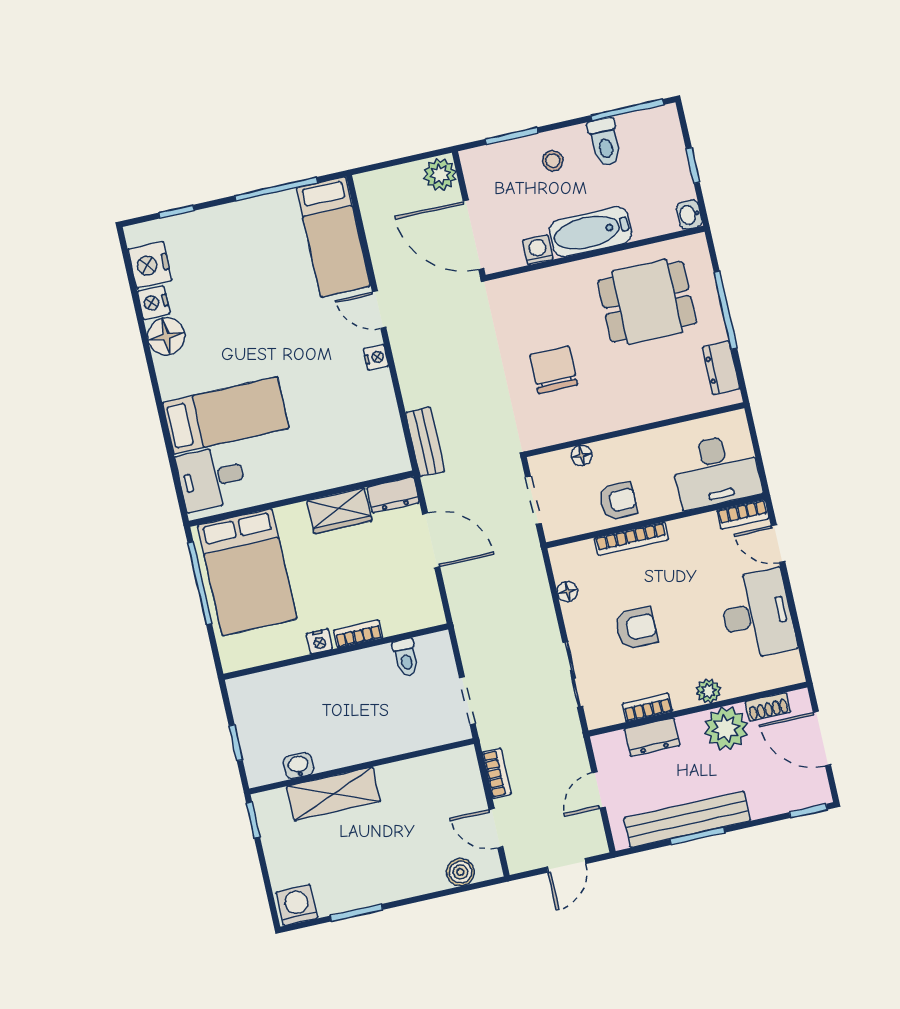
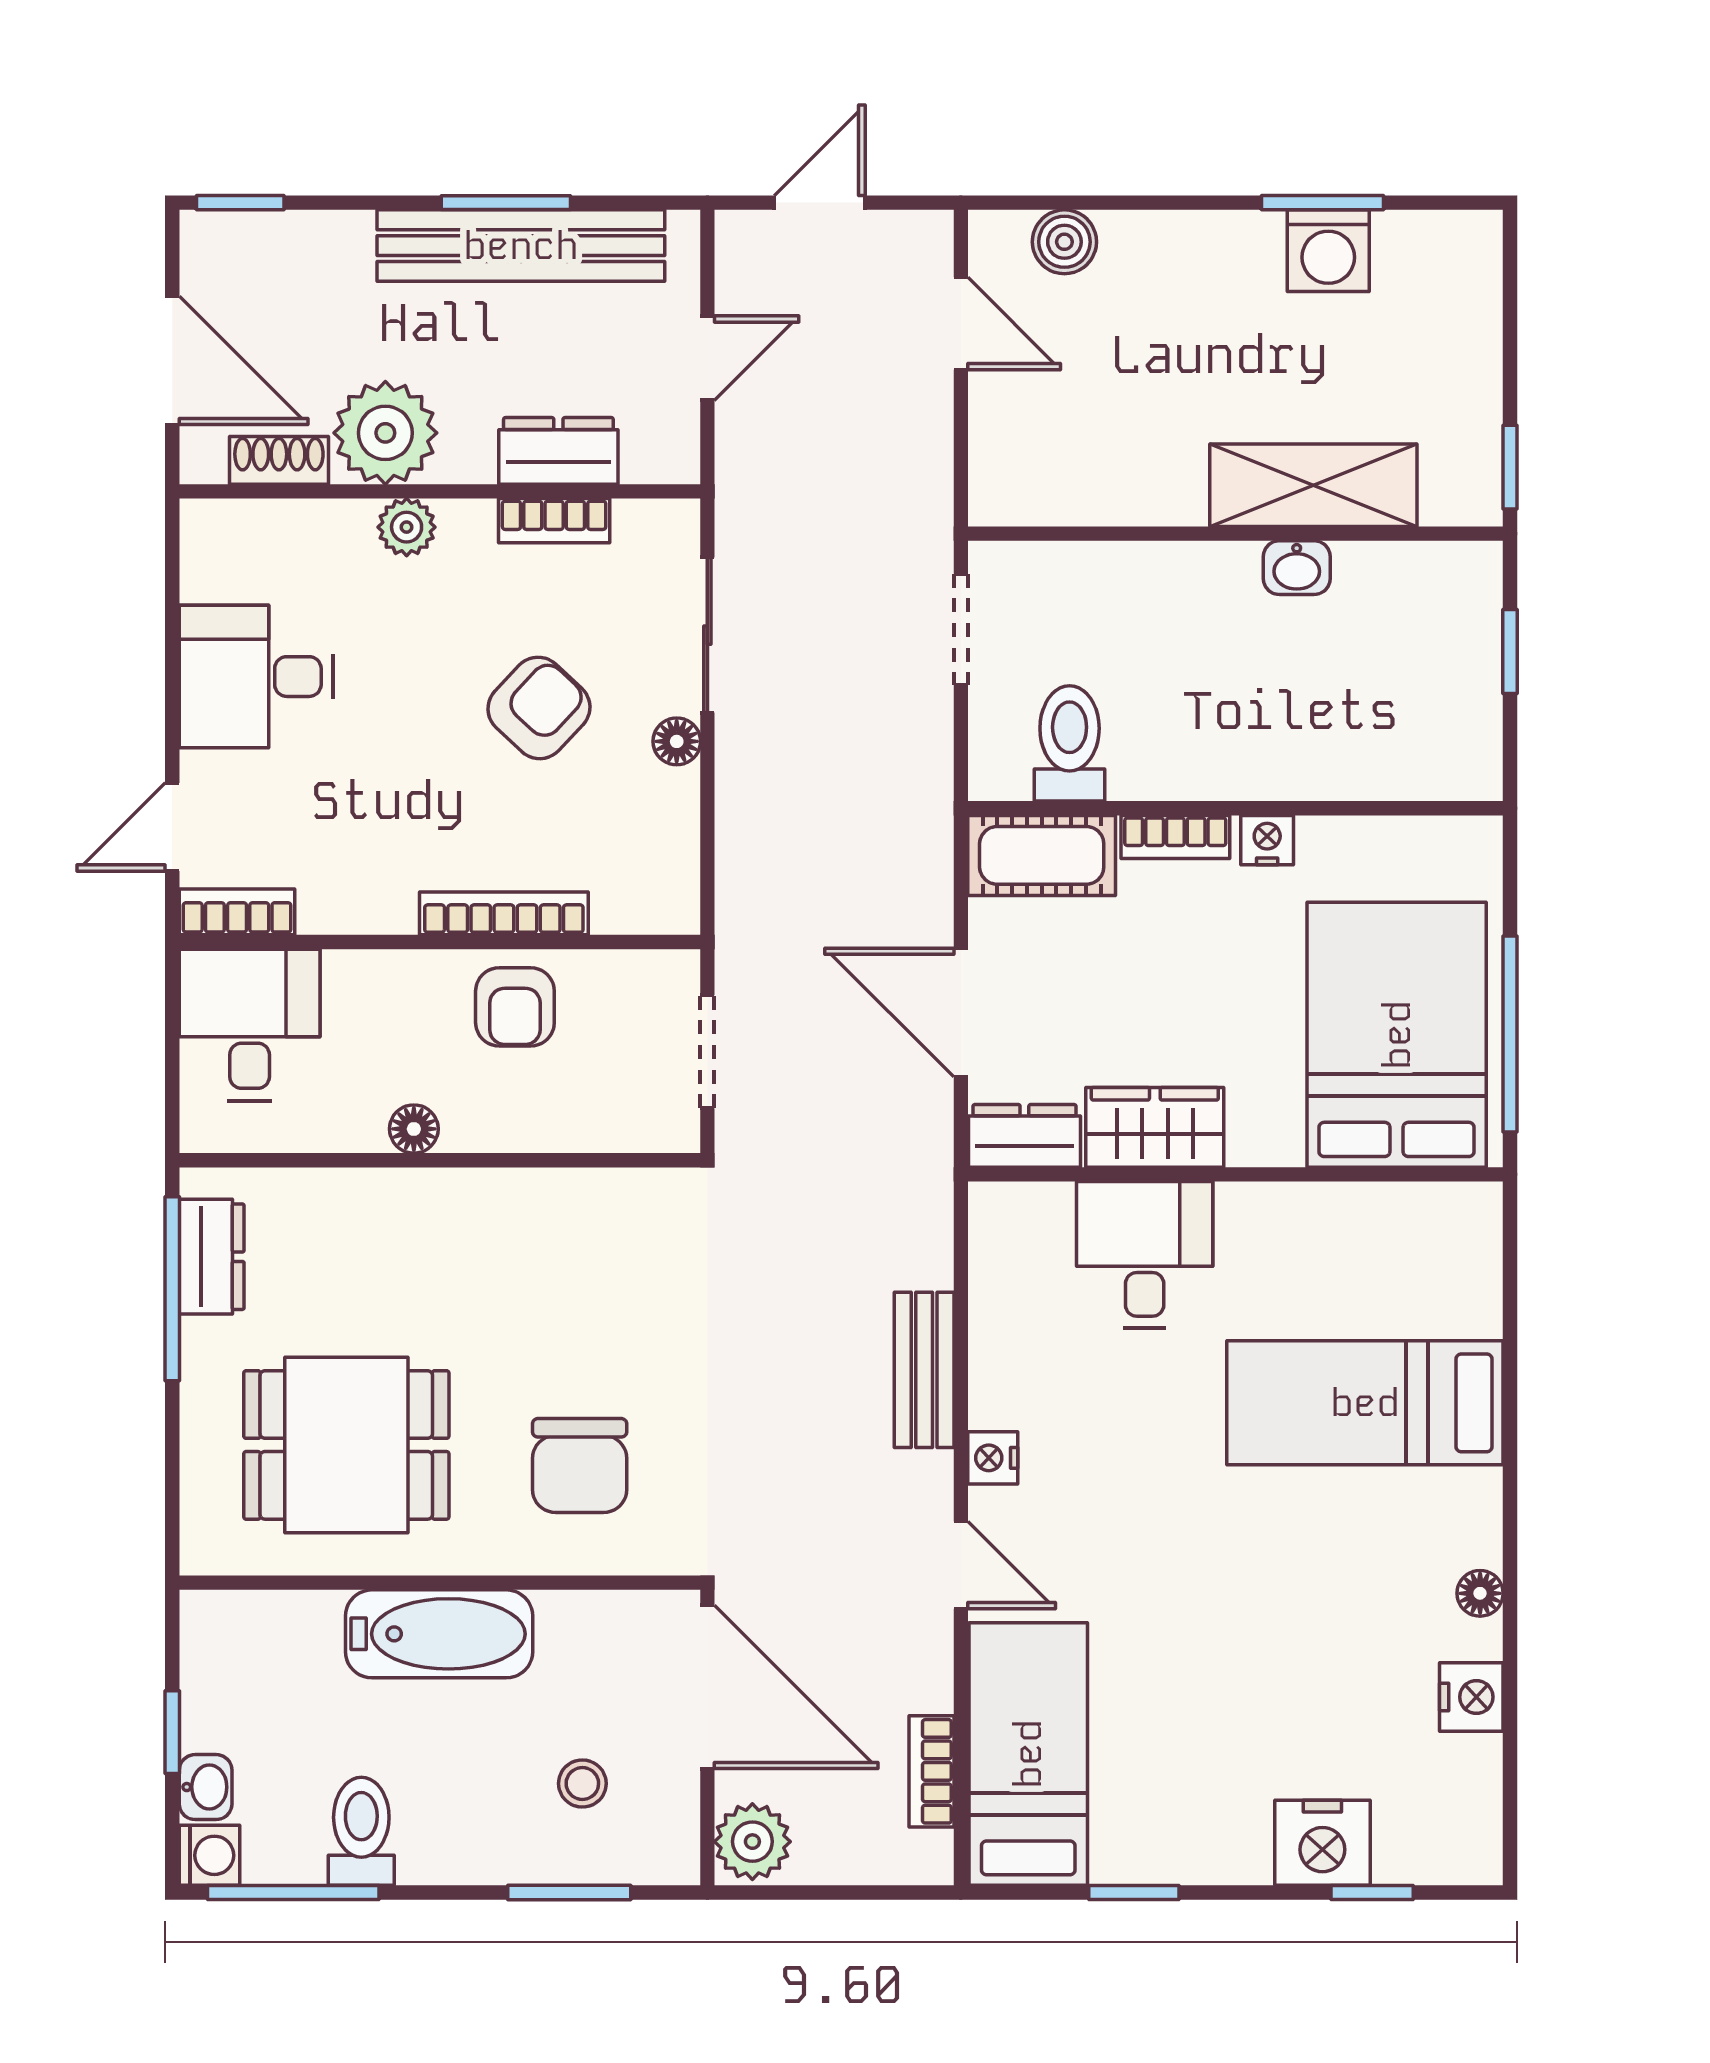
stool: (553, 161) -> (582, 1784), moved
window: (276, 189) -> (1134, 1892), width x0.46
washbasin: (689, 215) -> (206, 1787), moved
washing machine: (538, 250) -> (209, 1855), moved, turned -90
nightstand: (150, 265) -> (1322, 1843), moved, turned 90
window: (725, 310) -> (172, 1289), moved
floor lamp: (166, 336) -> (1480, 1593), width x0.53, depth x0.53
chair: (554, 370) -> (580, 1465), moved
bench: (425, 442) -> (924, 1370), moved
floor lamp: (582, 455) -> (414, 1129), moved
desk: (716, 471) -> (250, 1025), width x0.73
desk: (211, 478) -> (1145, 1255), moved, turned -90
armchair: (618, 501) -> (515, 1007), turned -90
door: (778, 544) -> (172, 827), swing flipped
floor lamp: (567, 592) -> (677, 741), moved
cot: (412, 614) -> (1042, 855), added
desk: (757, 614) -> (256, 677), width x0.73
armchair: (636, 628) -> (539, 708), turned 133
toilet: (406, 657) -> (1070, 743), width x1.37, depth x1.39
washbasin: (298, 766) -> (1297, 568), moved
bookcase: (497, 773) -> (931, 1771), moved
washing machine: (297, 905) -> (1328, 251), moved

